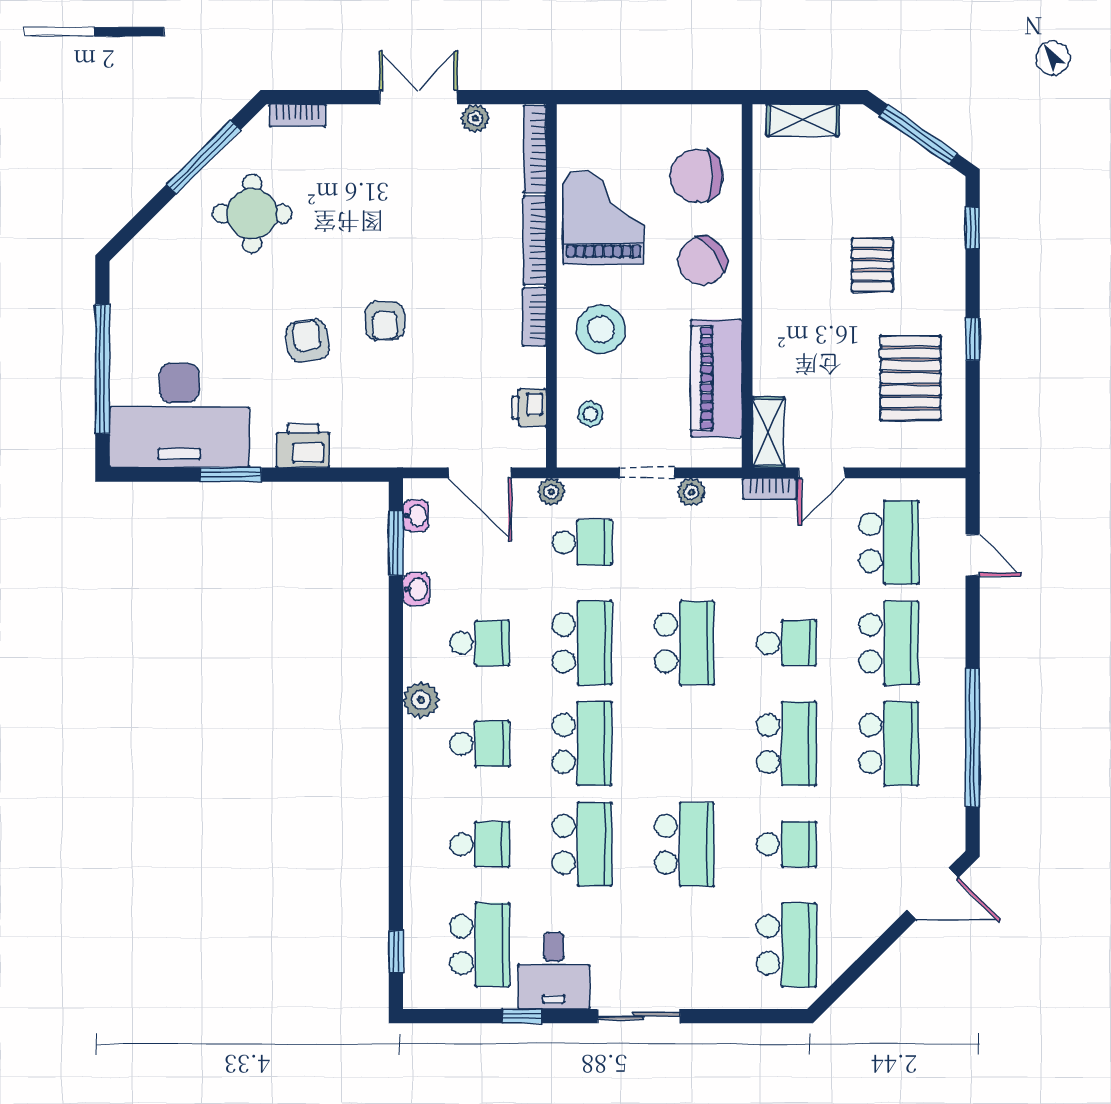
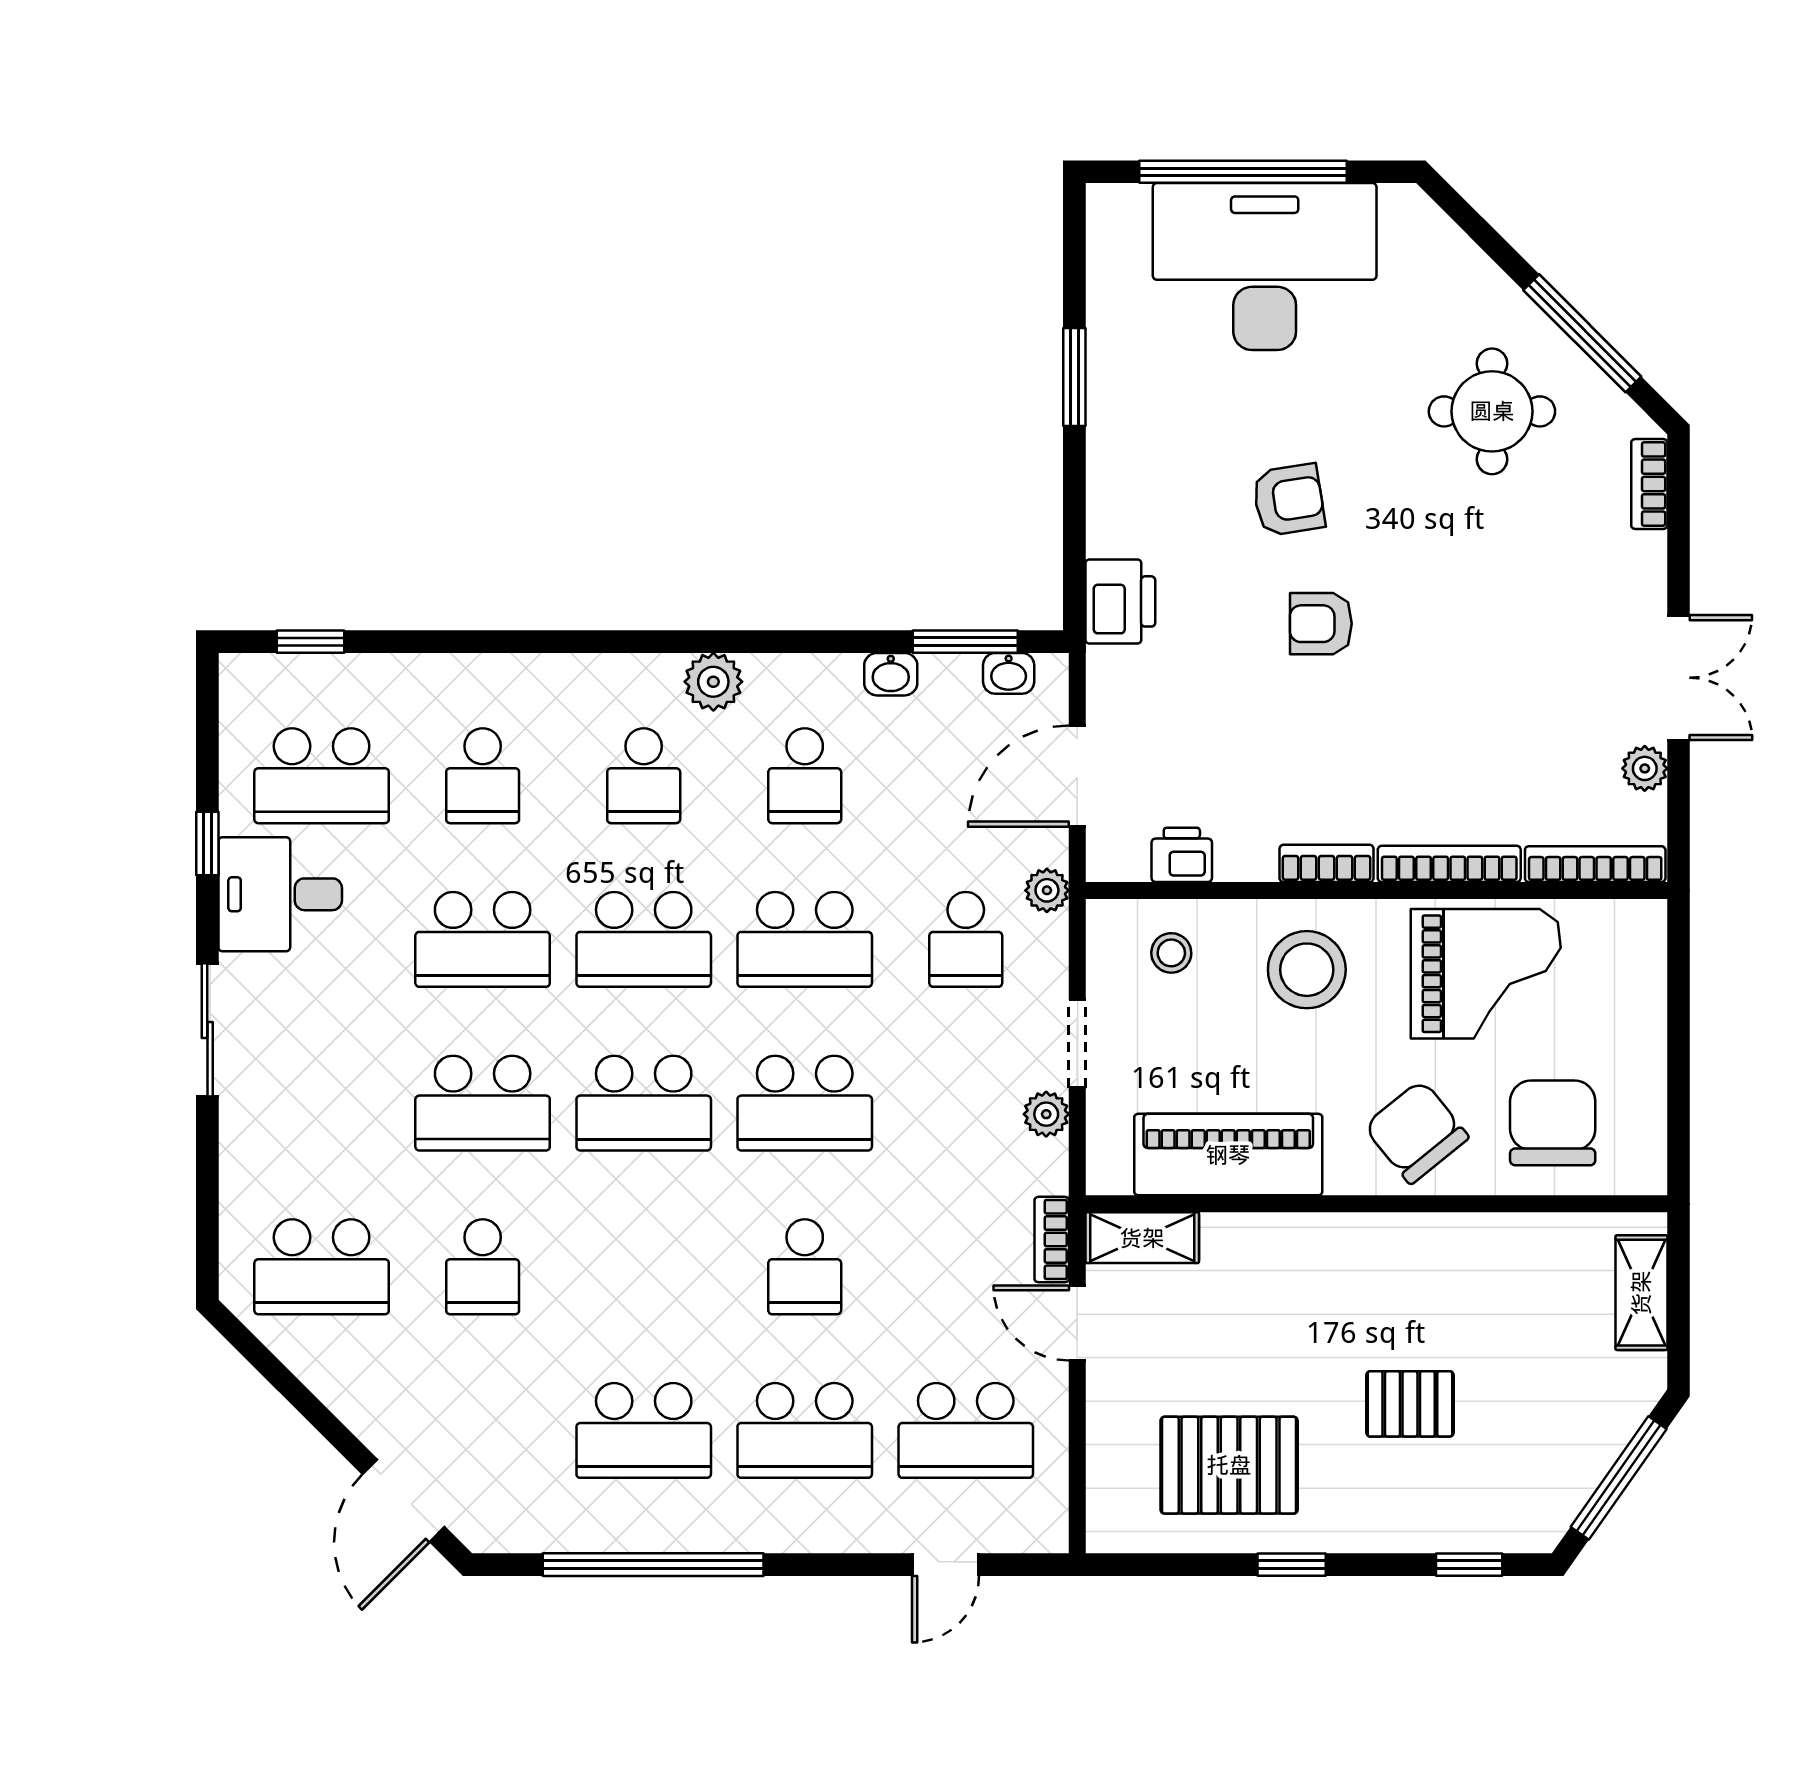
desk: (179, 415) -> (1265, 267), moved, turned 90
printer: (303, 446) -> (1120, 601), moved
school desk: (787, 744) -> (644, 1103), moved

